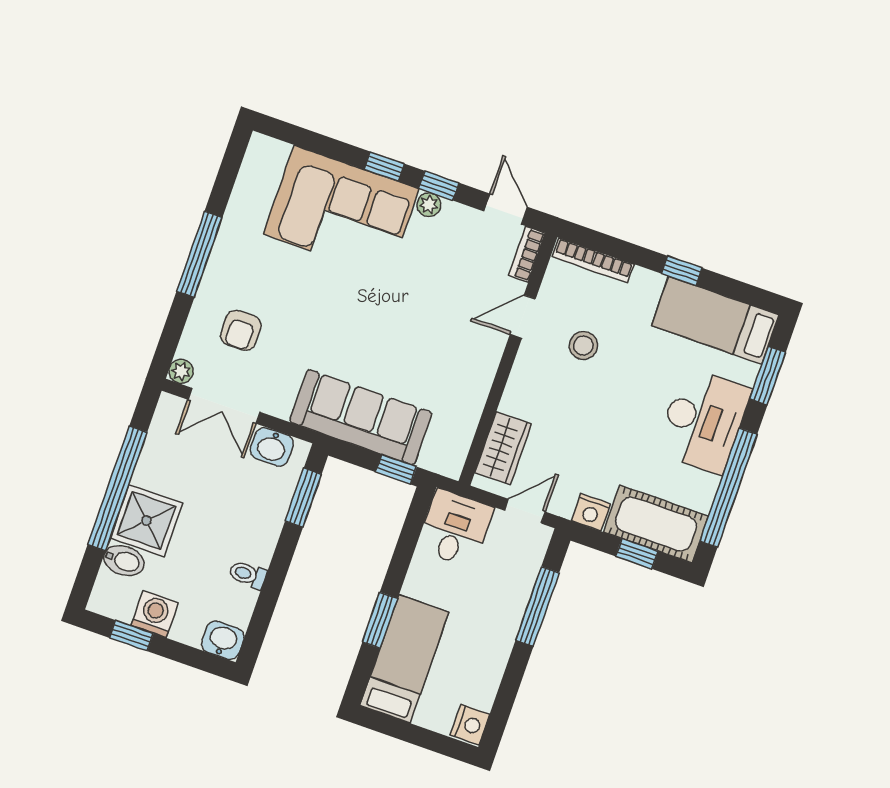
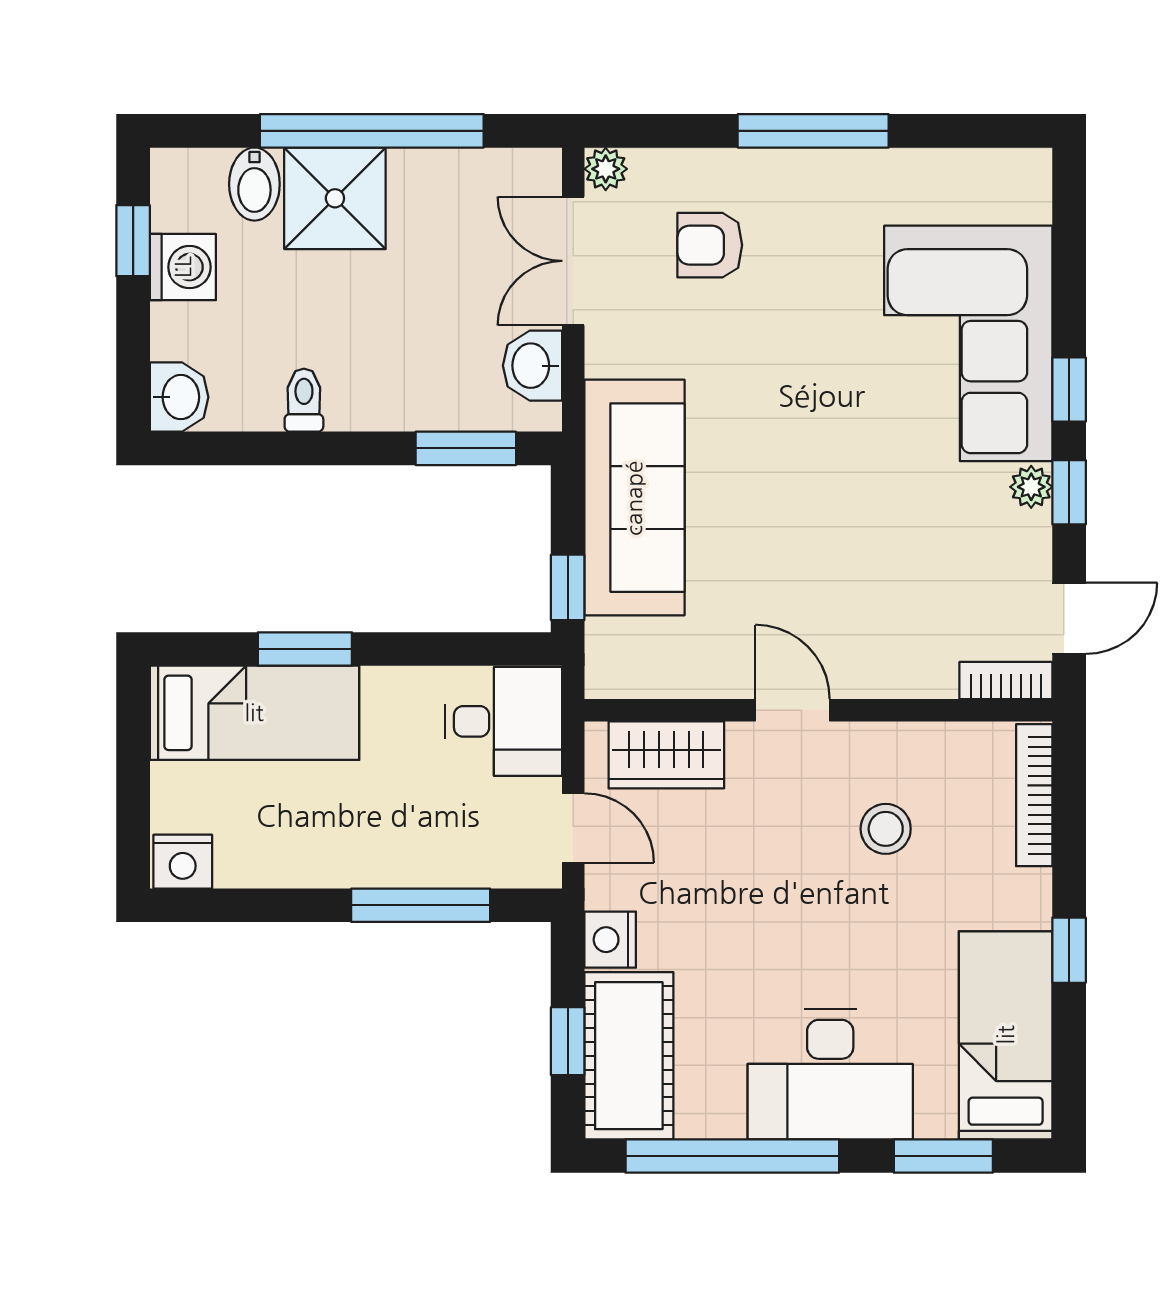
door: (523, 317) -> (792, 710), moved

